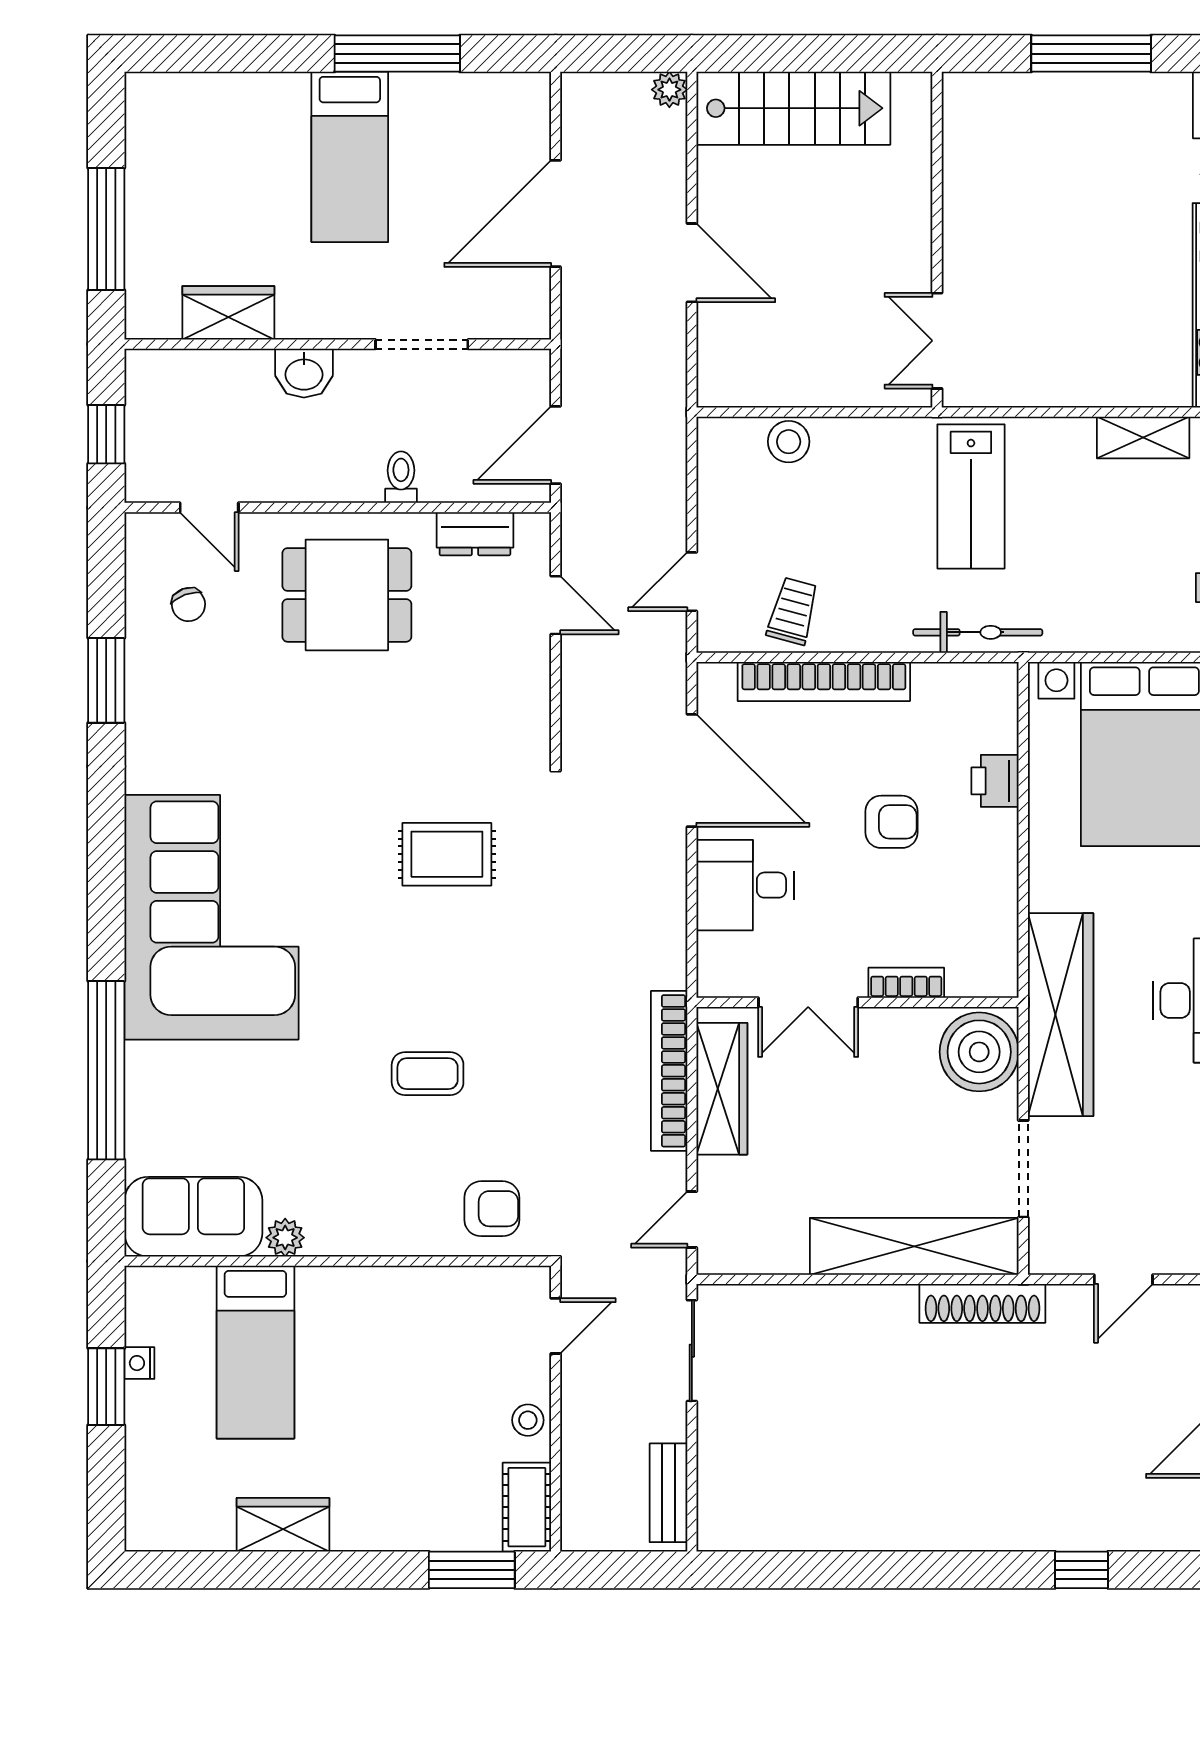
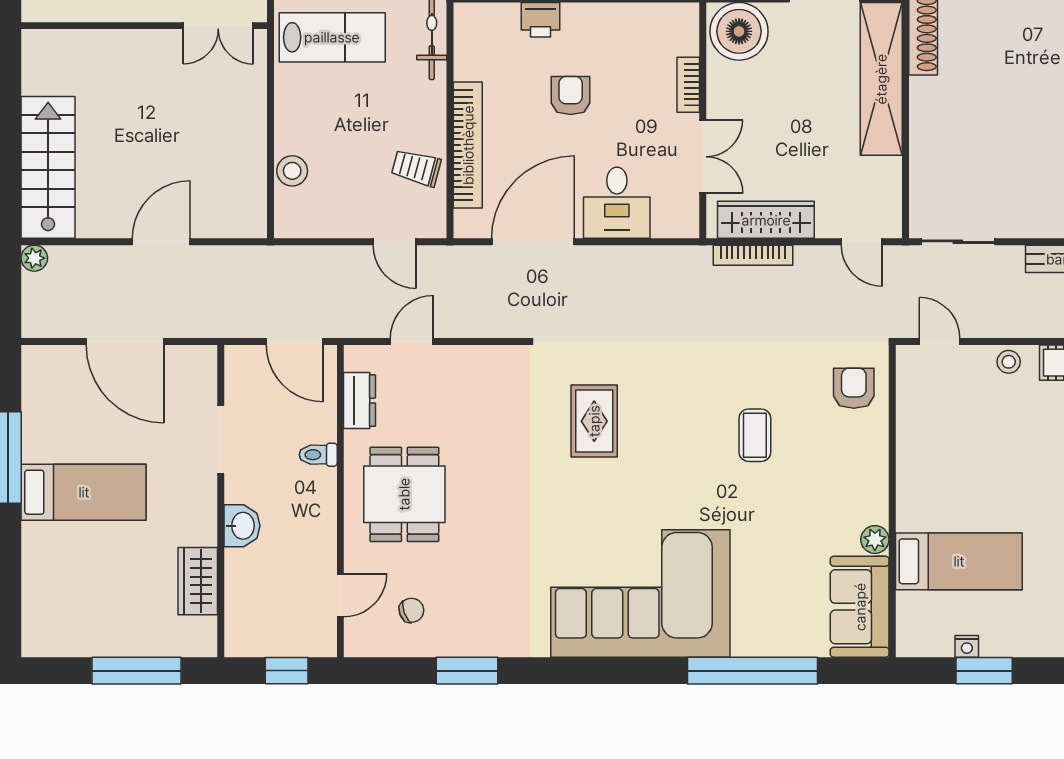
wall: (937, 240) -> (144, 26), moved
double door: (937, 341) -> (218, 26), moved
bookcase: (669, 1071) -> (753, 255), width x0.68, depth x0.76

